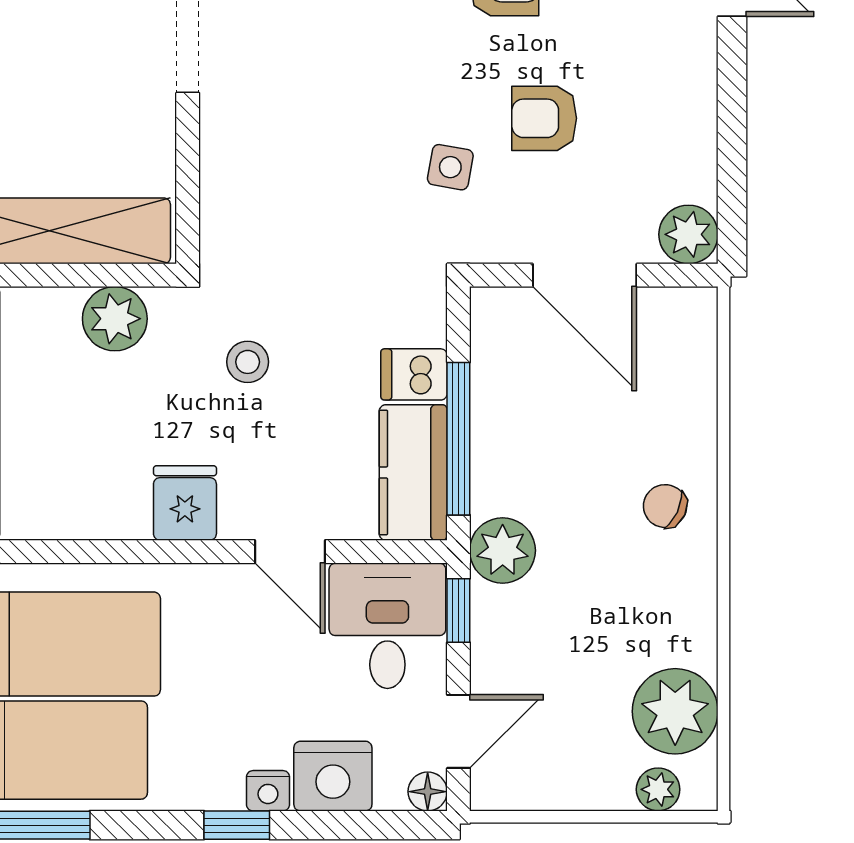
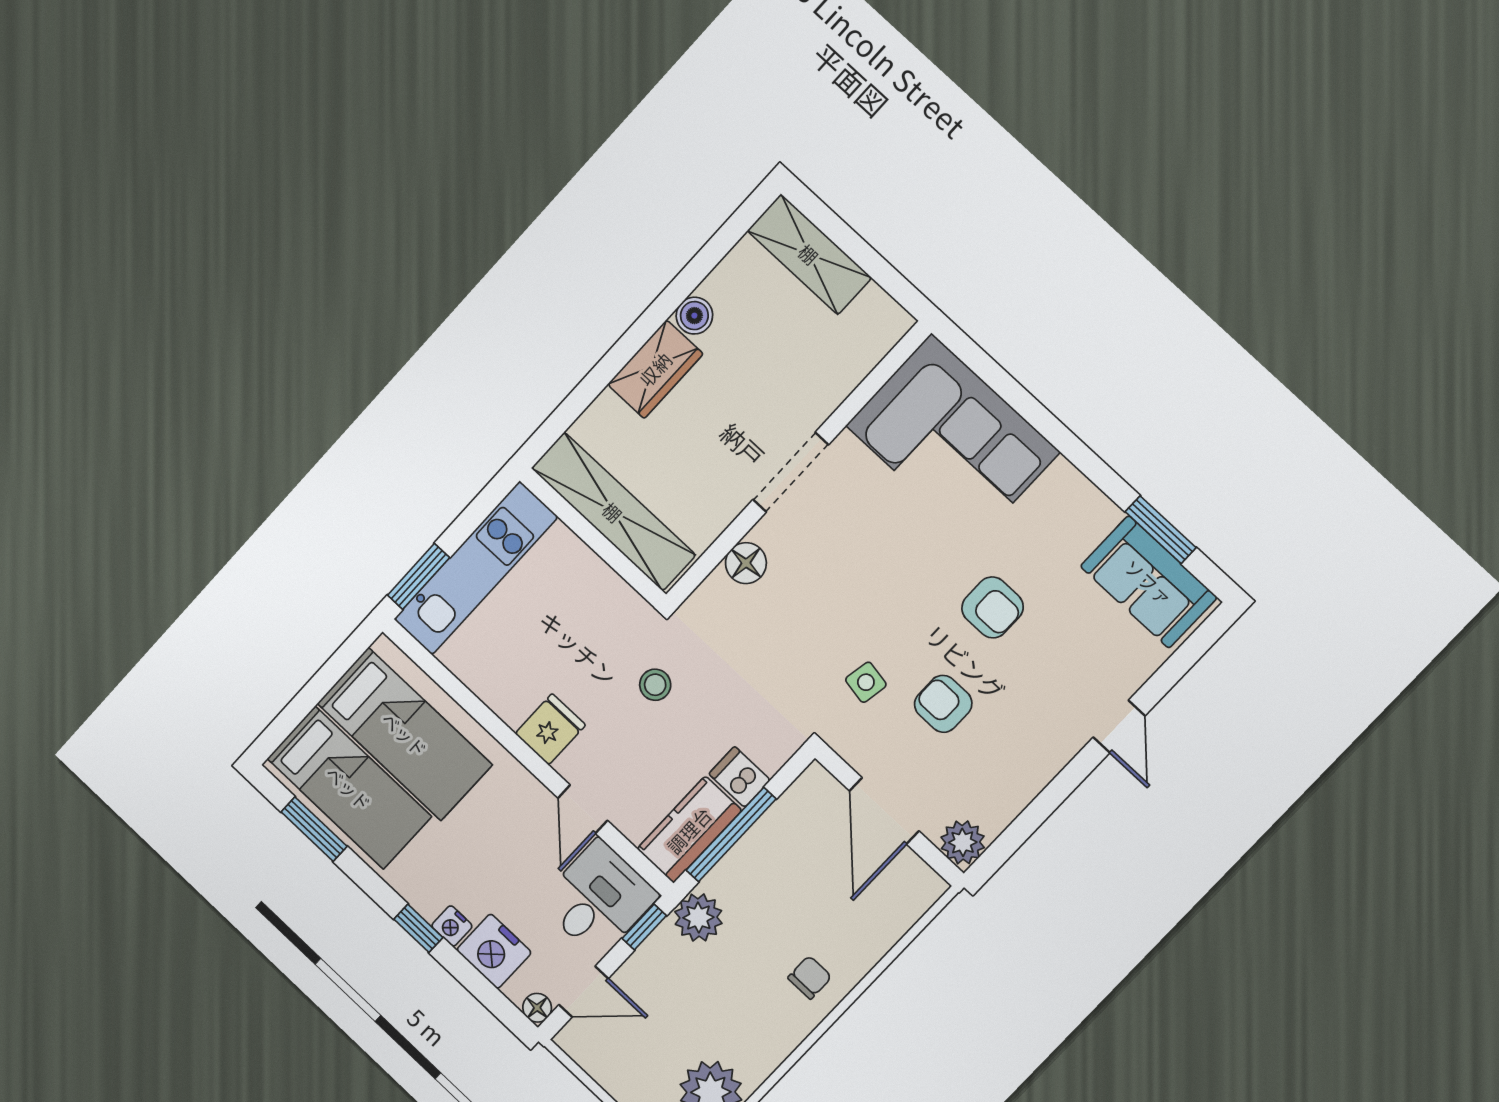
floor lamp: (226, 160) -> (746, 563), added
plant: (115, 319) -> (605, 593), removed
chair: (665, 506) -> (810, 977), turned 65

